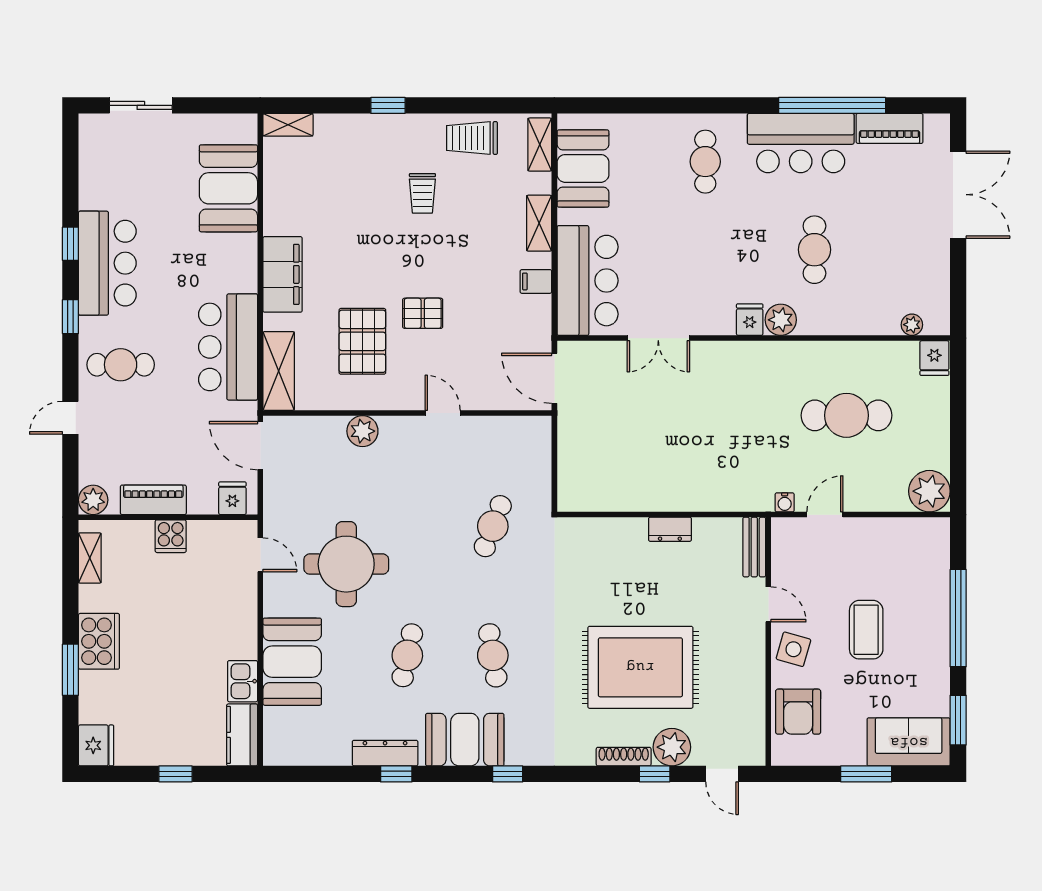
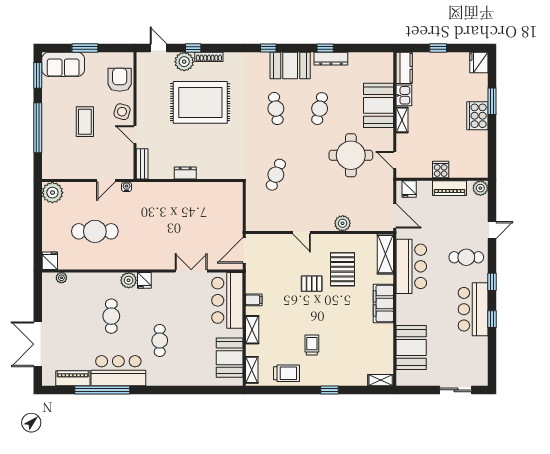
cafe table: (705, 162) -> (160, 340), moved
door: (554, 378) -> (244, 250), swing flipped
shelving: (90, 558) -> (402, 120), moved

